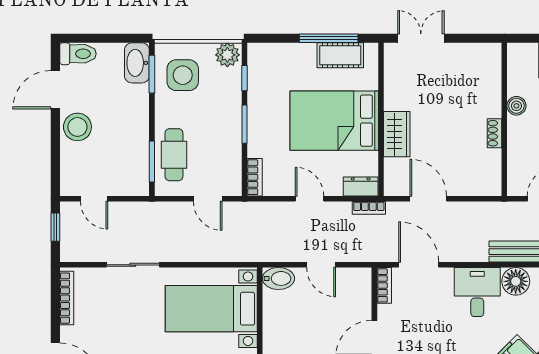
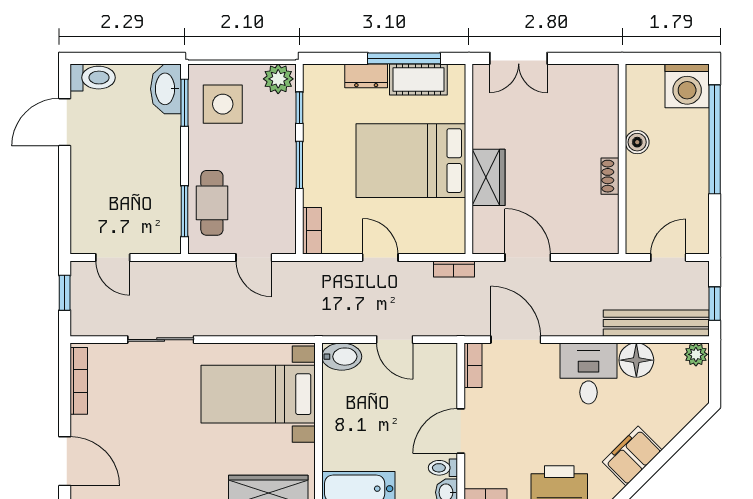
double door: (421, 38) -> (519, 58), swing flipped
stool: (77, 127) -> (92, 168), removed
dresser: (361, 186) -> (366, 76), moved, turned 180

